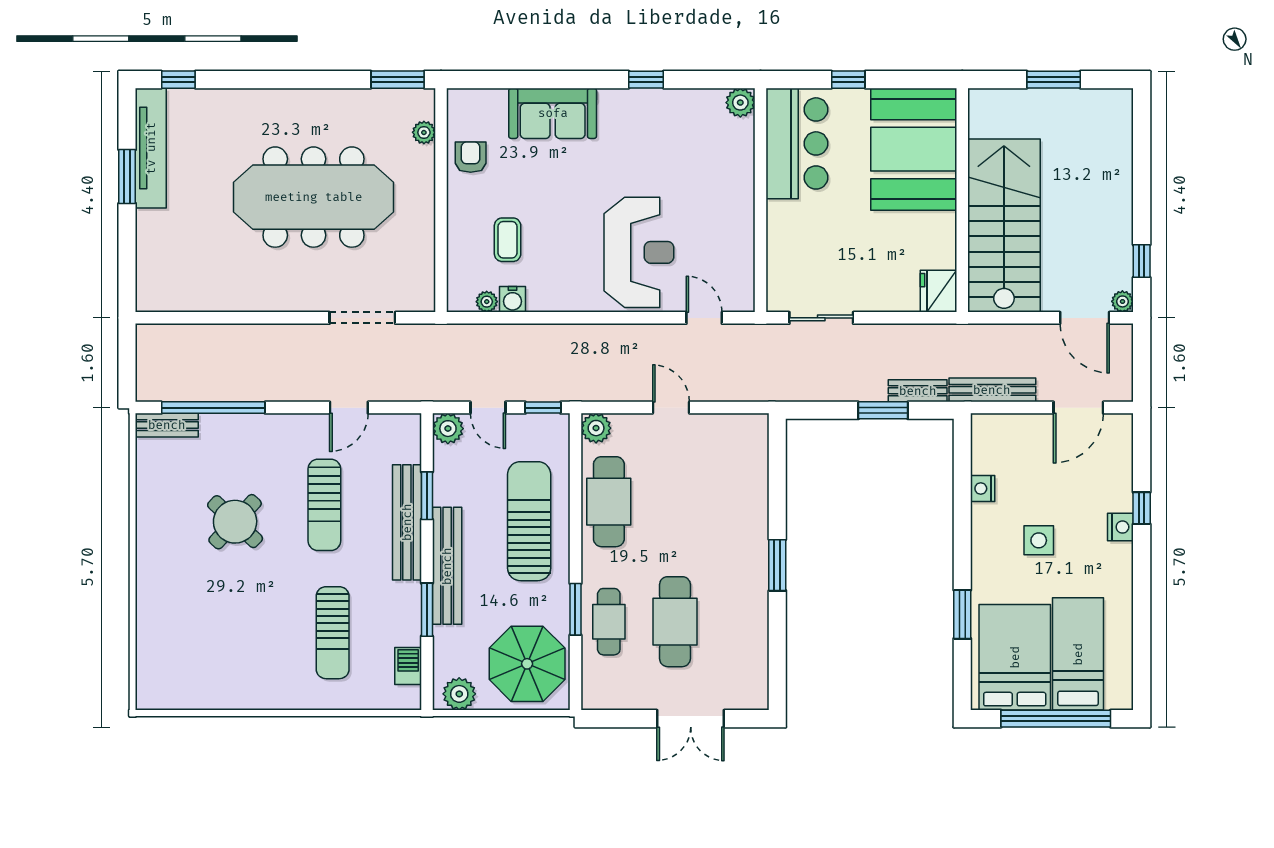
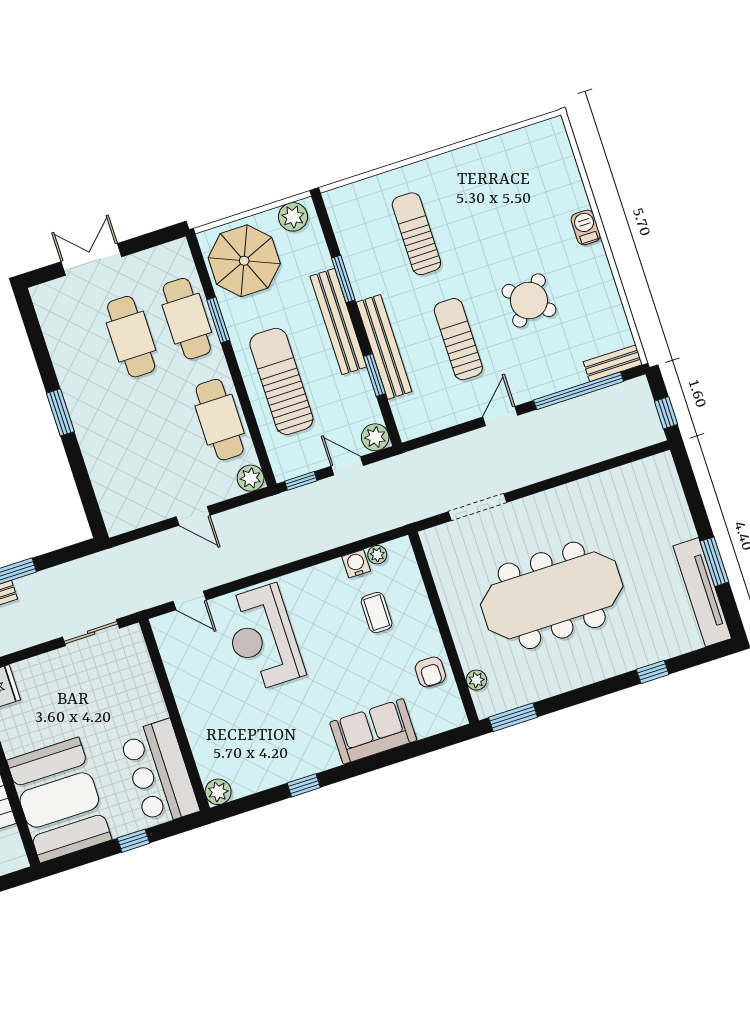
window: (178, 80) -> (653, 672), moved
window: (127, 353) -> (666, 413), added
door: (349, 408) -> (500, 416), moved
sun lounger: (529, 521) -> (281, 381), turned 180
cafe table: (609, 622) -> (187, 319), width x1.37, depth x1.35
barbecue: (408, 666) -> (586, 227), moved, turned 180

